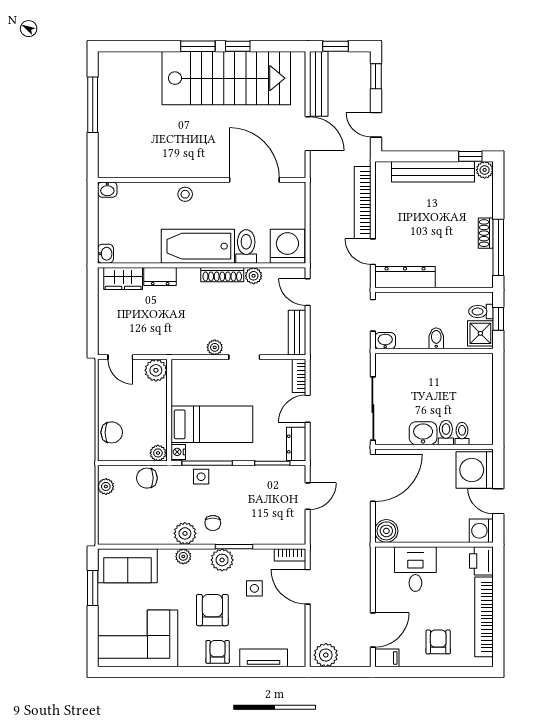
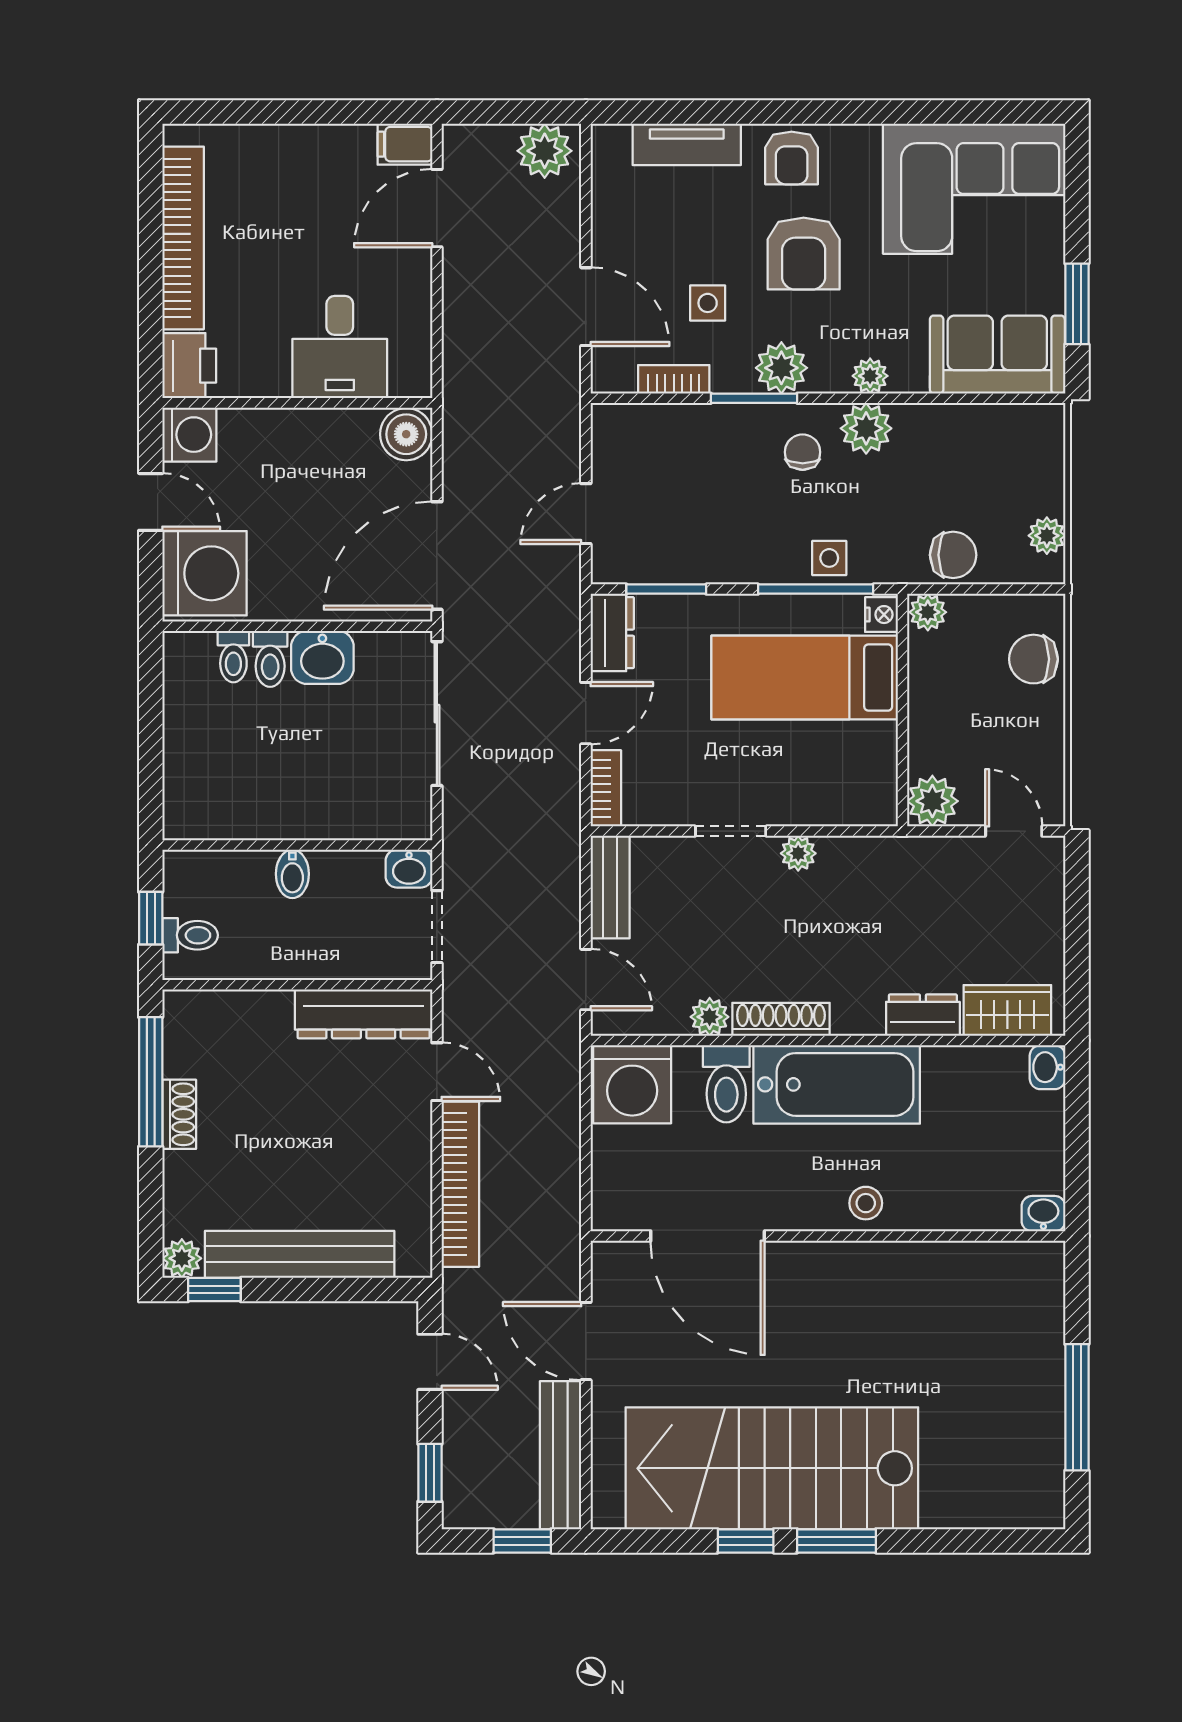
shower: (480, 333) -> (191, 885), removed
bookcase: (290, 555) -> (674, 379), moved
armchair: (438, 642) -> (288, 181), removed

